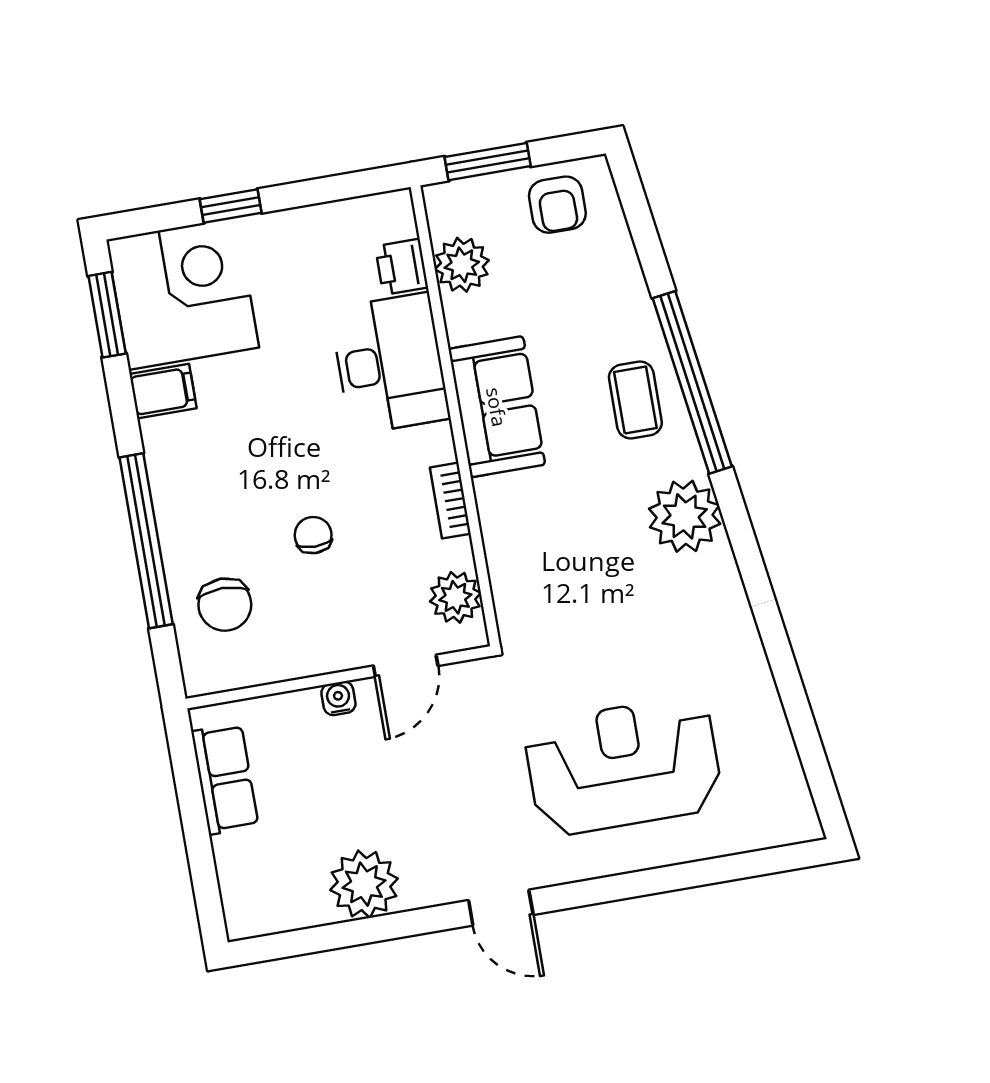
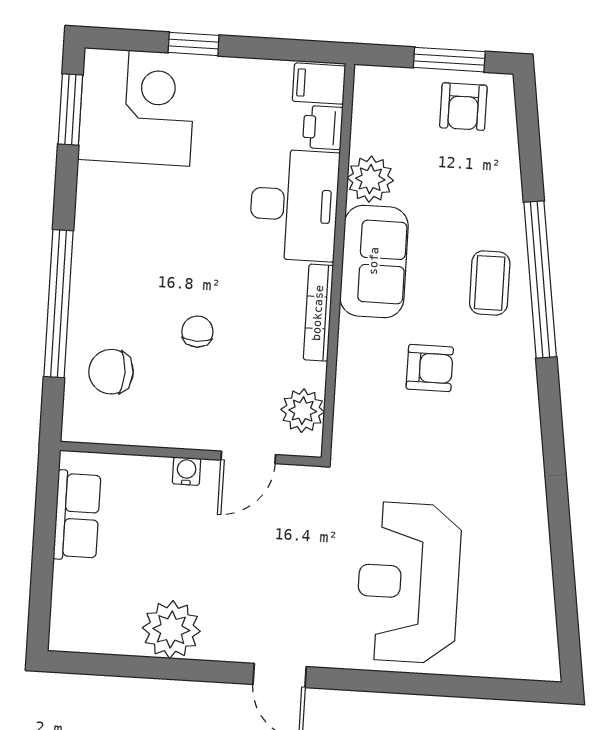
window: (488, 162) -> (449, 60), moved
plant: (462, 265) -> (370, 179), moved
filing cabinet: (163, 391) -> (319, 84), moved, turned 180
bookcase: (450, 501) -> (318, 313), width x1.56
armchair: (590, 514) -> (430, 368), added
plant: (685, 516) -> (508, 389), removed
chair: (225, 605) -> (111, 372), turned 90
reception desk: (623, 766) -> (408, 583), turned -90

